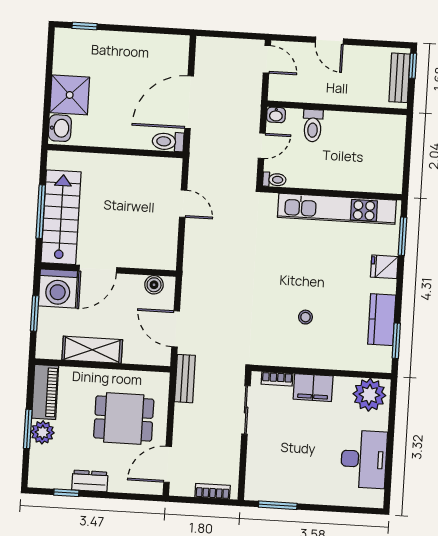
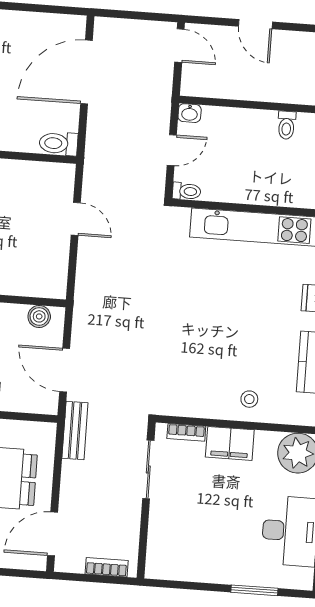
door: (189, 102) -> (87, 72), moved
toilet: (313, 126) -> (287, 125), moved, width x0.73, depth x0.72
stool: (305, 317) -> (249, 399), moved
window: (278, 505) -> (254, 590), moved

